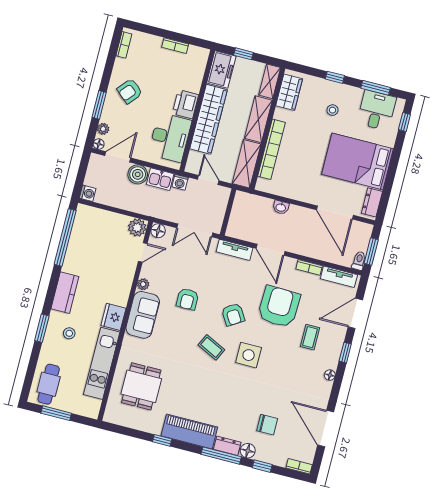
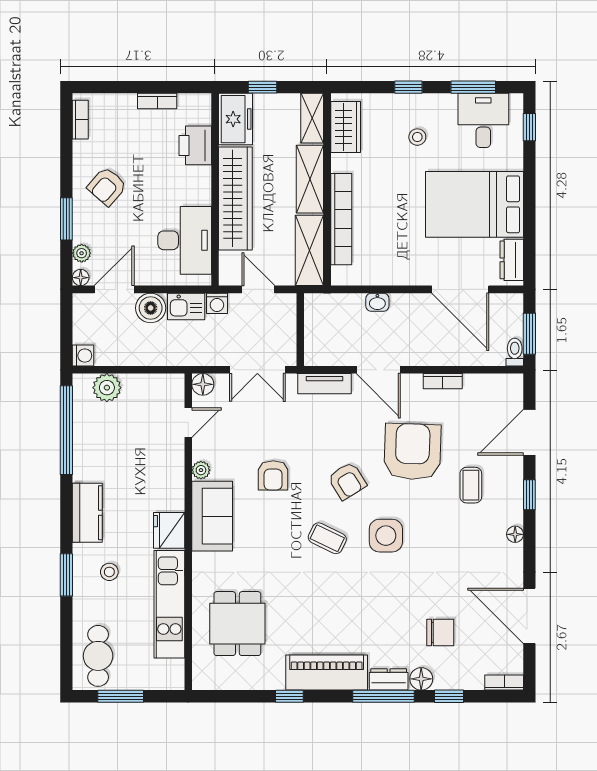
printer: (185, 104) -> (195, 145), moved
plant: (137, 228) -> (107, 388), moved
tv unit: (339, 277) -> (491, 384), removed

